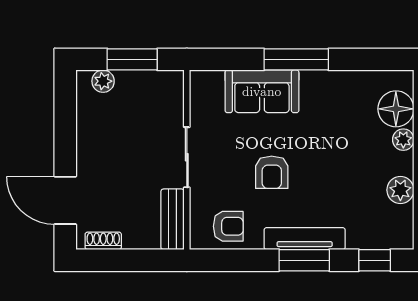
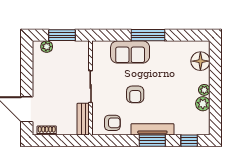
plant: (403, 140) -> (204, 90), moved

